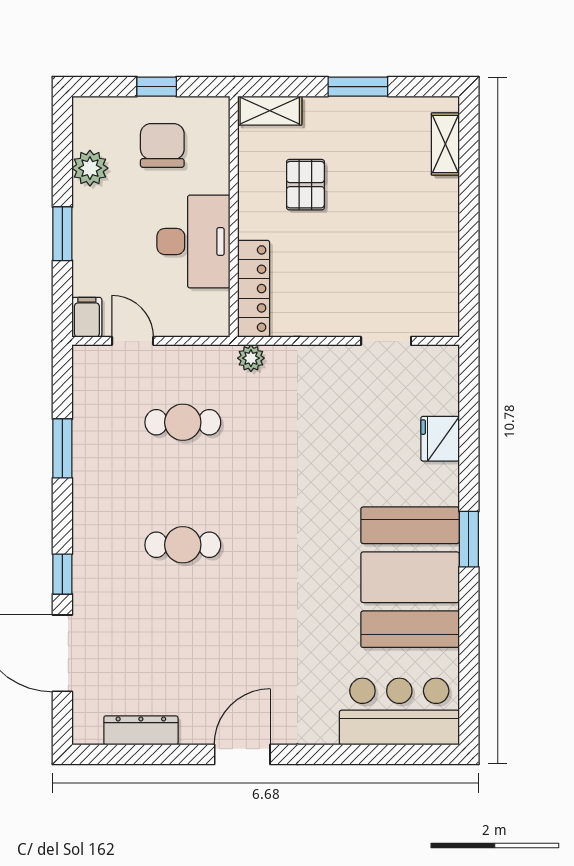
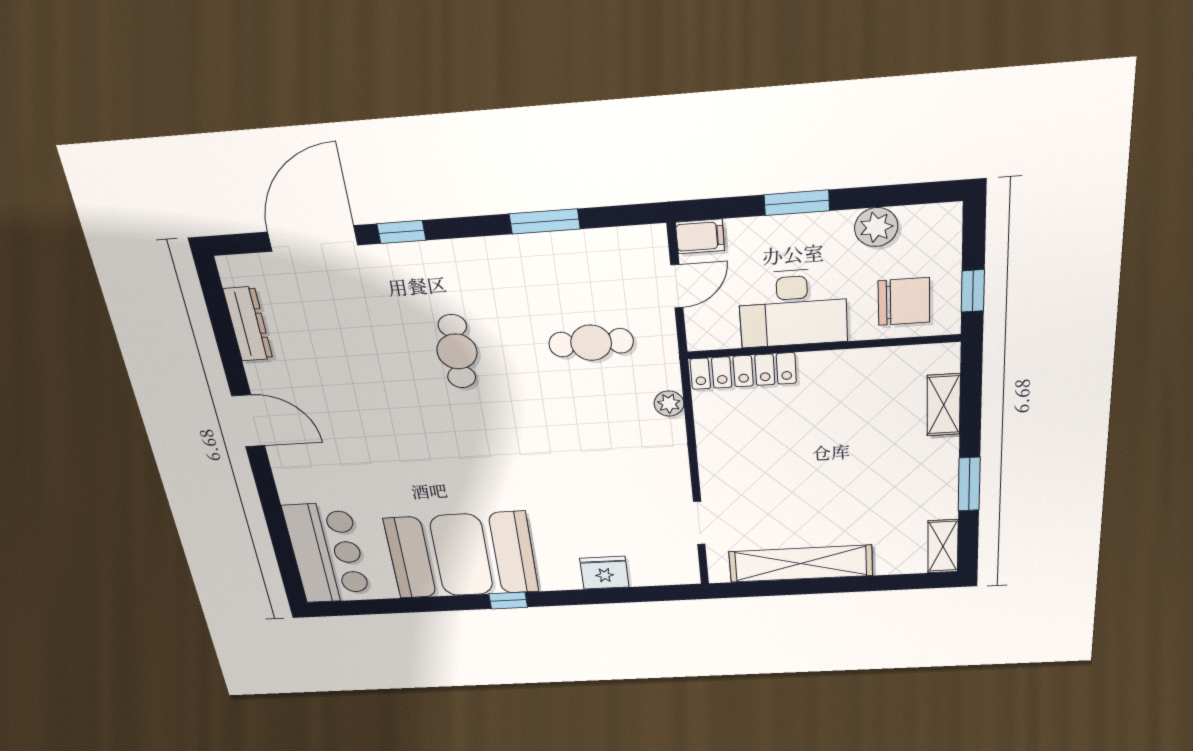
shelving: (445, 144) -> (943, 546), moved, turned 90
pallet: (305, 185) -> (862, 443), removed
wall: (234, 217) -> (823, 347), moved
desk: (193, 242) -> (793, 308), moved
shelving: (441, 246) -> (801, 564), added
locker: (254, 289) -> (743, 371), moved
cafe table: (183, 422) -> (591, 343), turned 90
window: (469, 539) -> (508, 600), width x0.67

